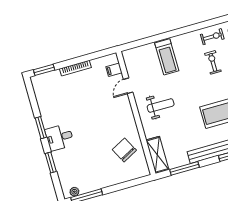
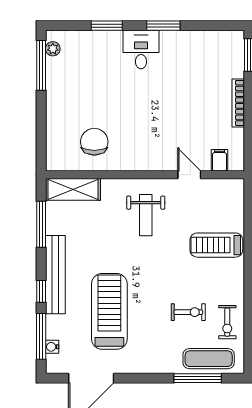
chair: (124, 150) -> (94, 142), turned -62

